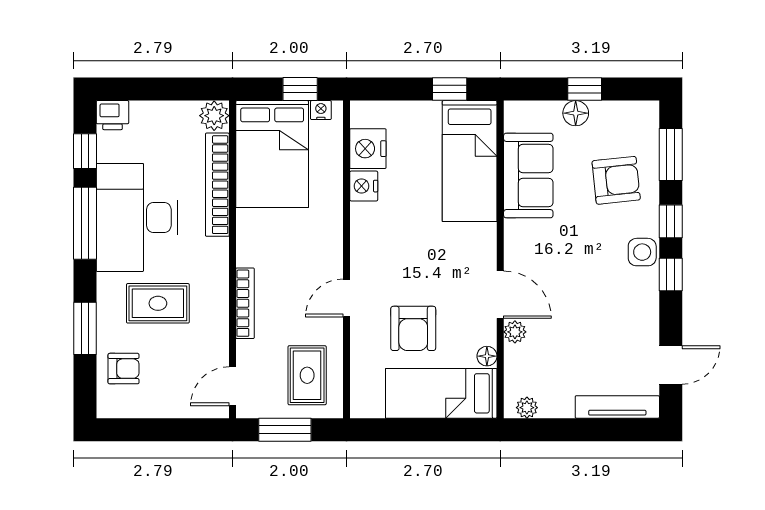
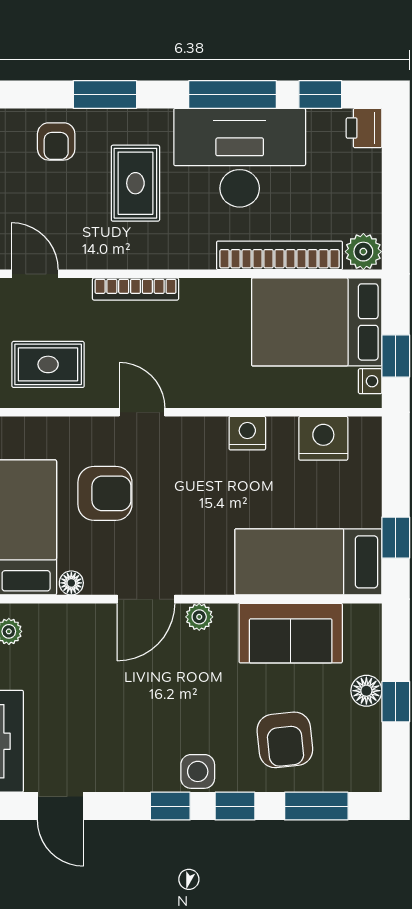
nightstand: (364, 186) -> (247, 433), moved
armchair: (413, 328) -> (105, 493), turned 180
plant: (515, 332) -> (199, 617), moved

